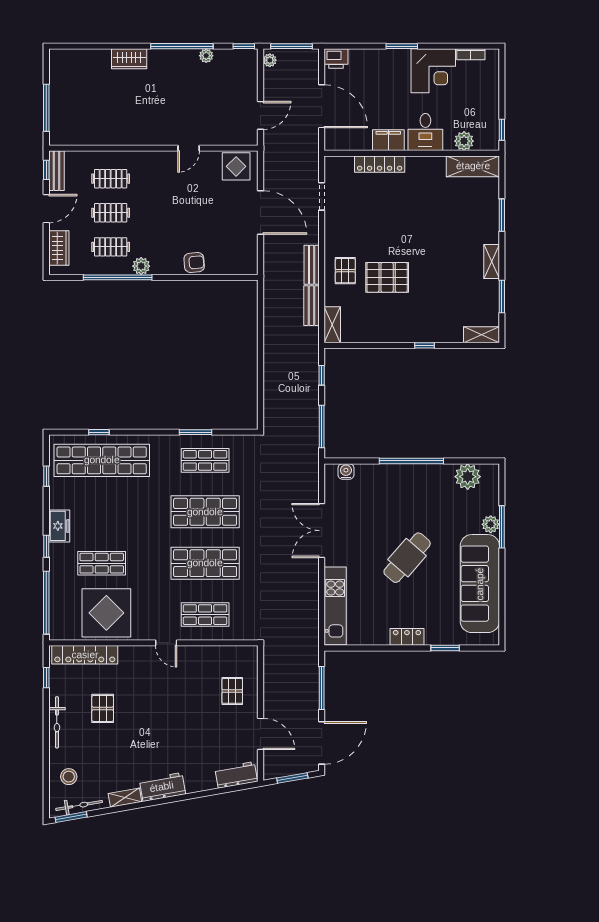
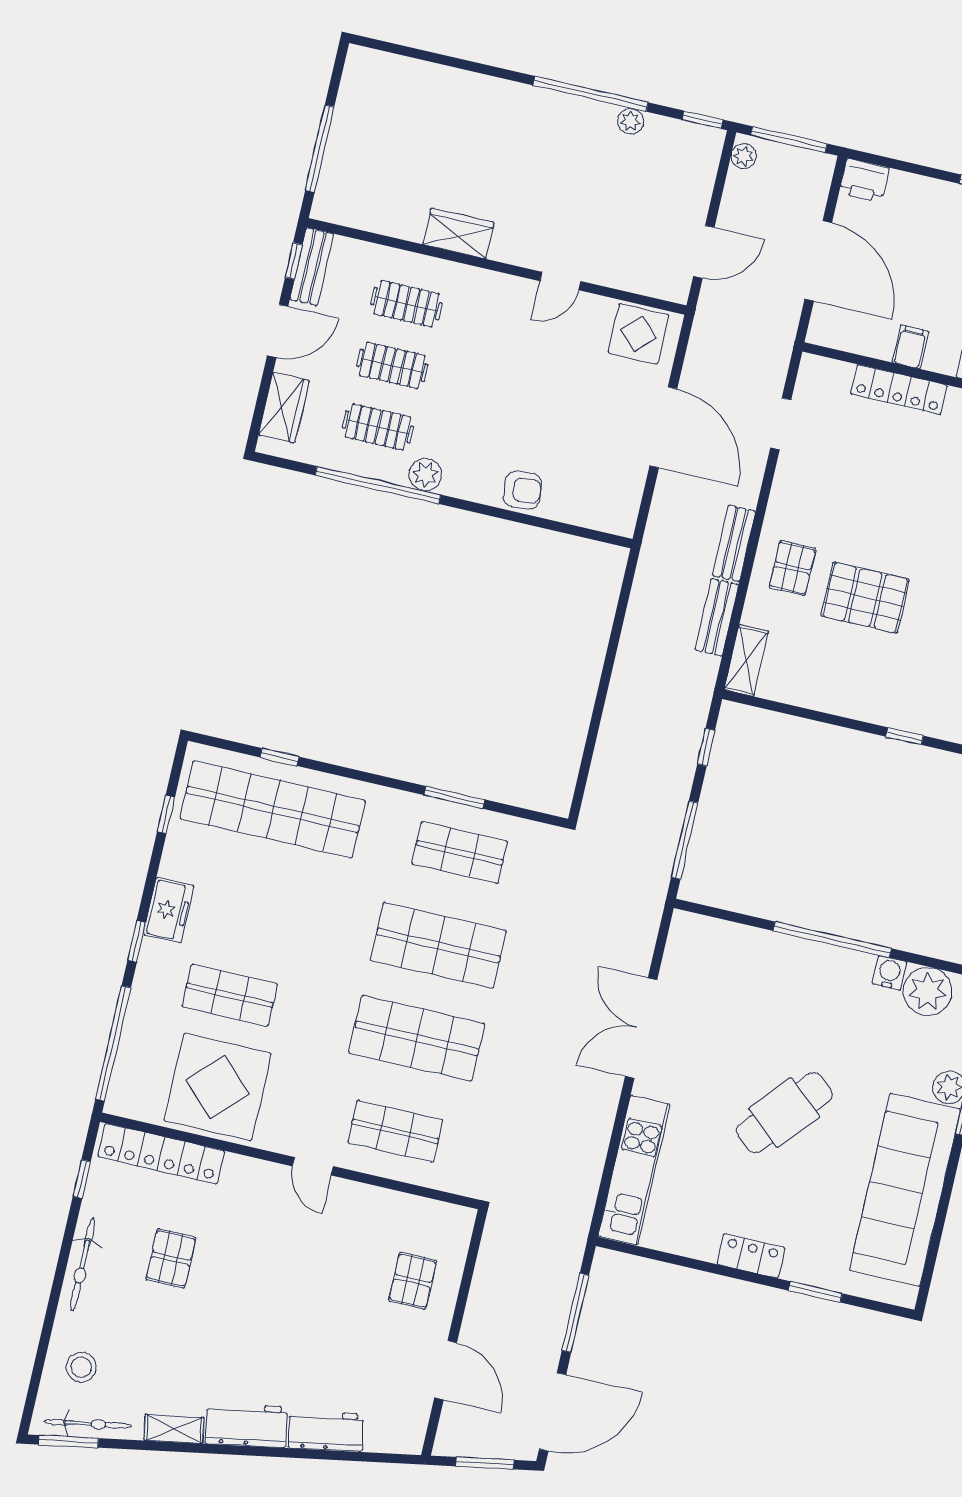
wardrobe: (129, 59) -> (458, 233), moved, turned 180
filing cabinet: (388, 140) -> (910, 347), width x0.50
water cooler: (346, 471) -> (889, 973), moved
workbench: (236, 775) -> (326, 1431), moved

